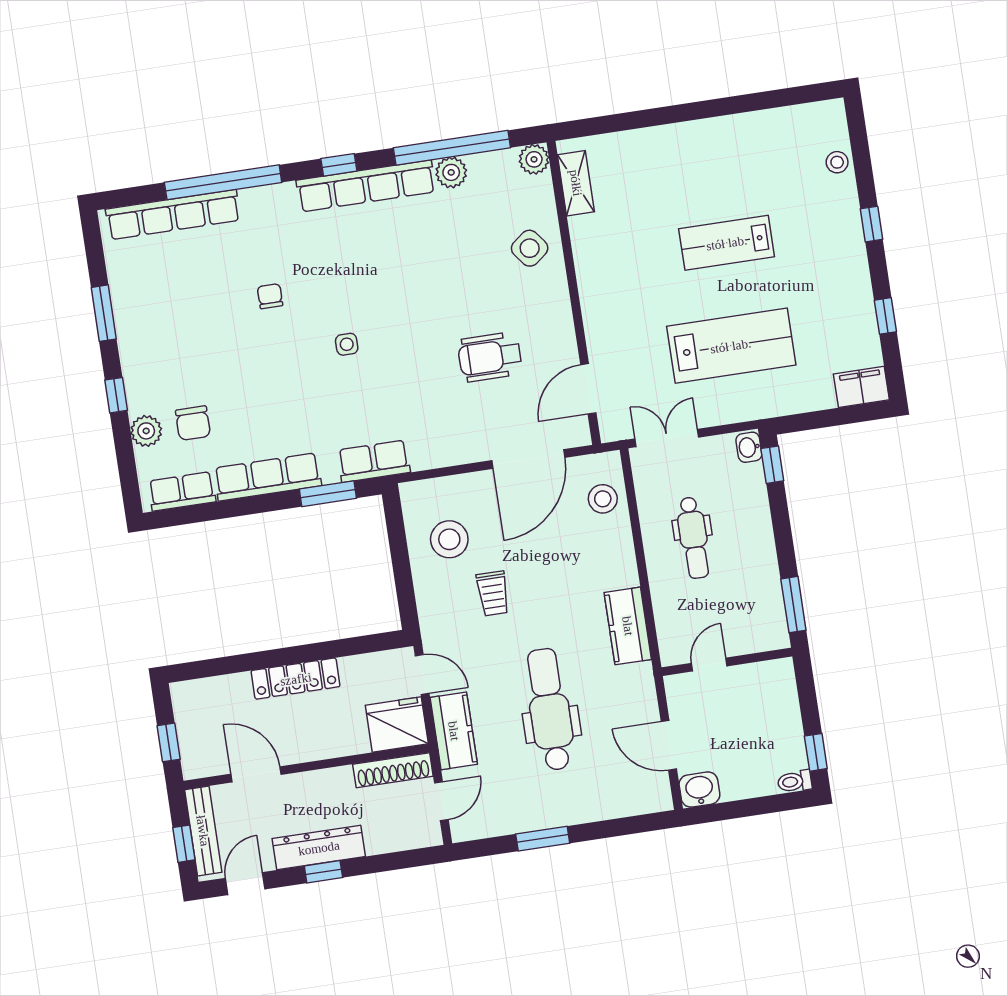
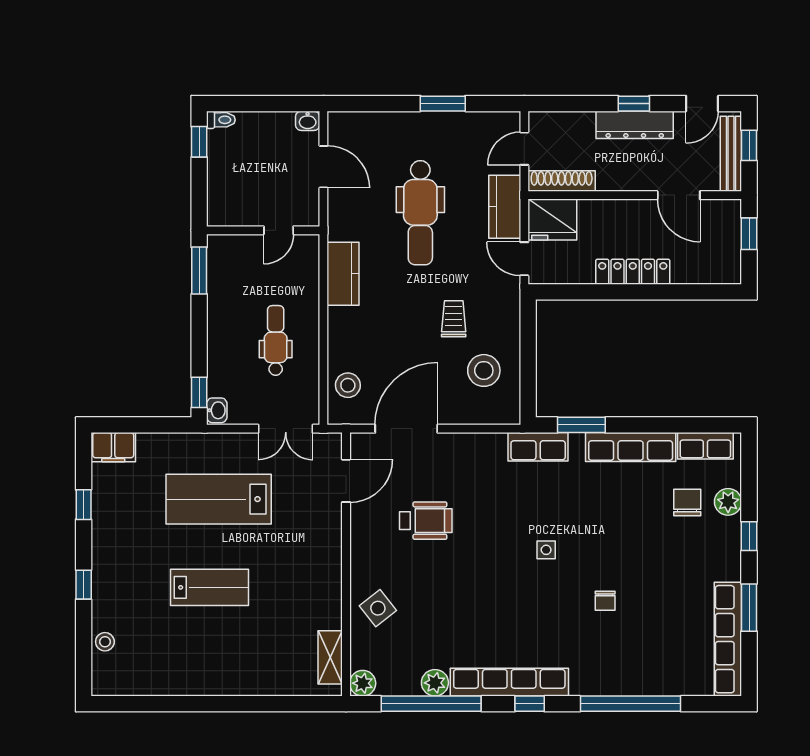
row of seats: (173, 215) -> (728, 639), moved, turned -90
washbasin: (699, 790) -> (308, 121), width x0.72, depth x0.69

